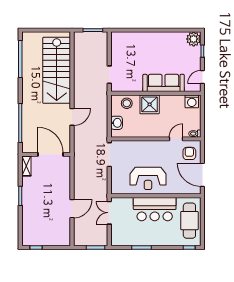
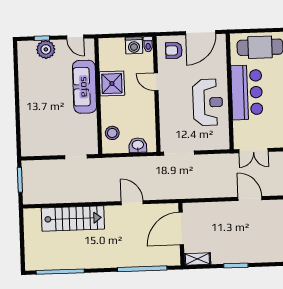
plant: (194, 39) -> (46, 49), moved
stairs: (57, 70) -> (73, 218), width x0.73, depth x0.66
washing machine: (192, 101) -> (134, 45), moved, turned 90
shower: (150, 104) -> (112, 84), moved
door: (176, 139) -> (156, 82), moved

